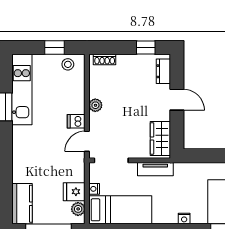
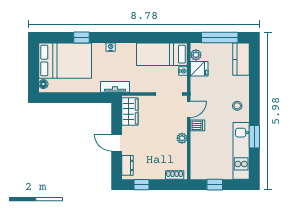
stool: (68, 64) -> (237, 106), moved
tv unit: (155, 169) -> (115, 87), moved

